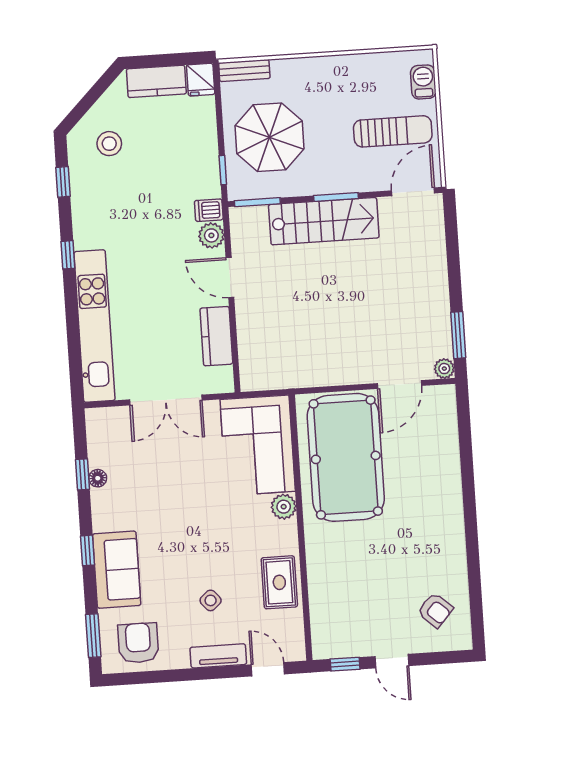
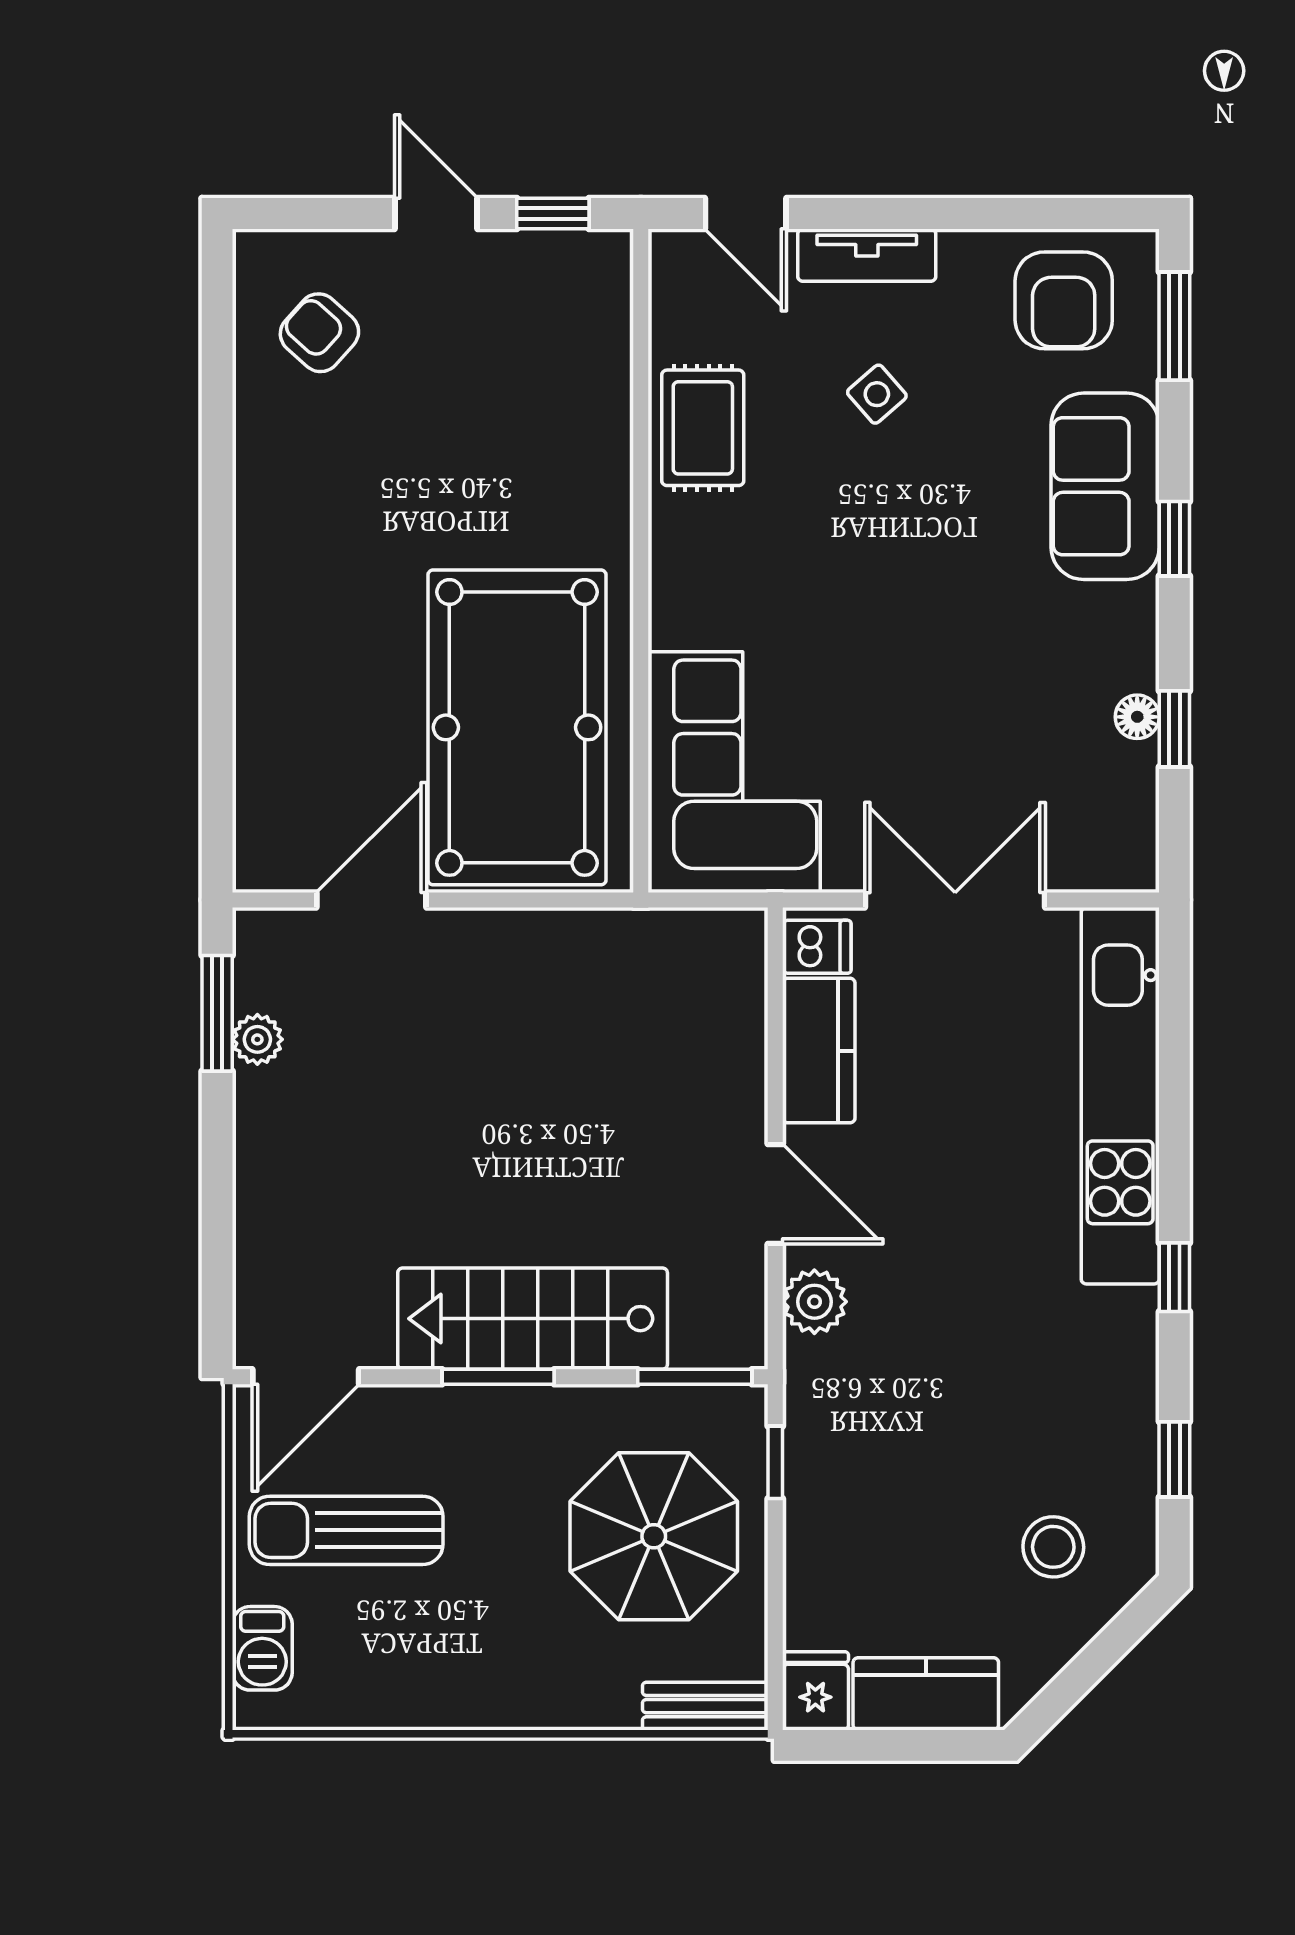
dishwasher: (209, 210) -> (817, 947), moved
plant: (444, 369) -> (257, 1039), moved
plant: (284, 507) -> (680, 615), removed

